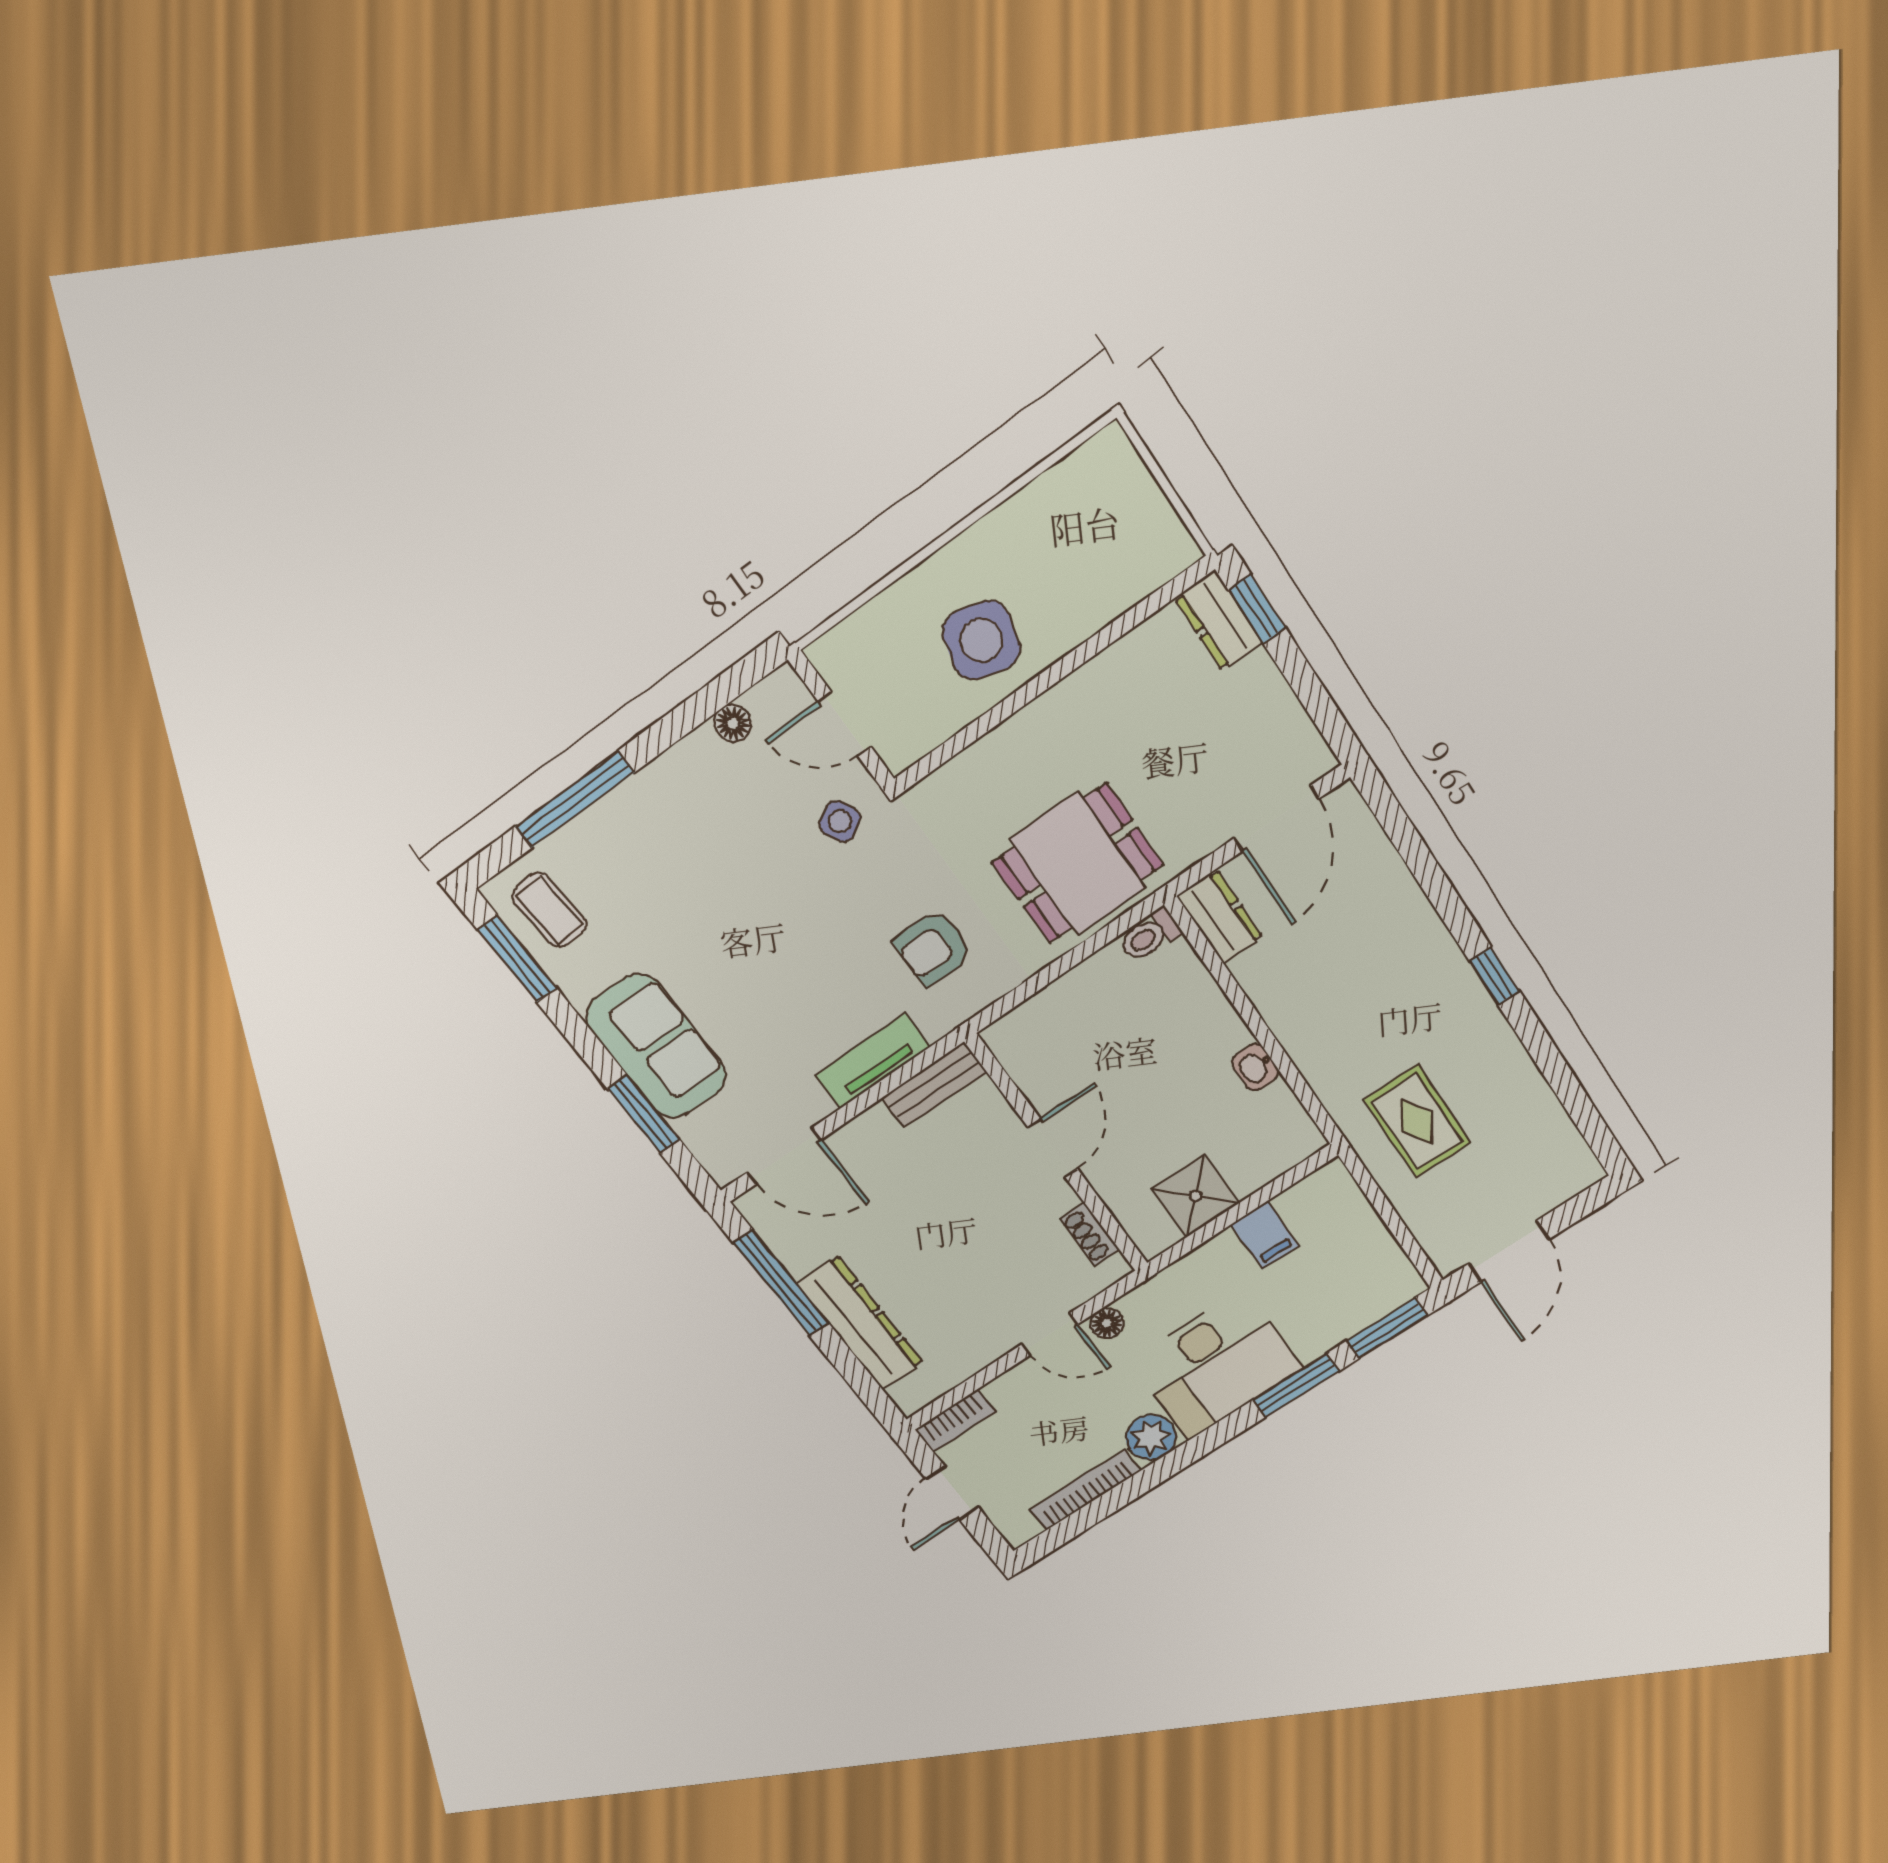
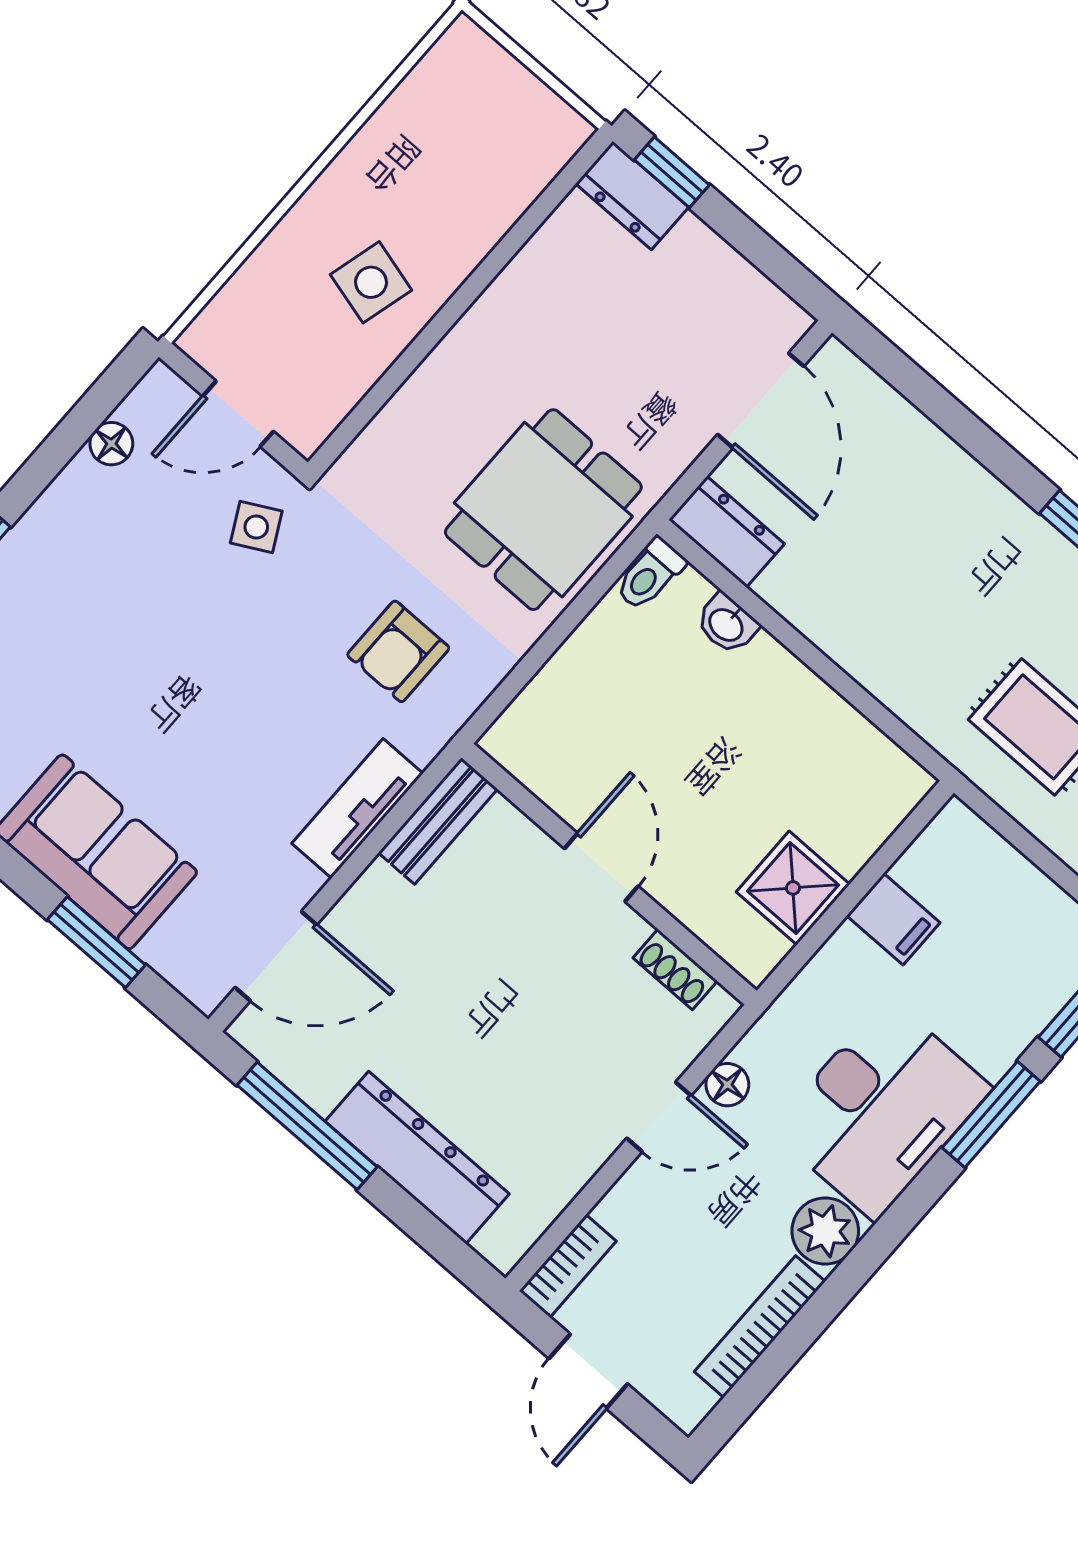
side table: (981, 640) -> (371, 282), width x0.73, depth x0.73
washbasin: (1255, 1067) -> (727, 624), moved

